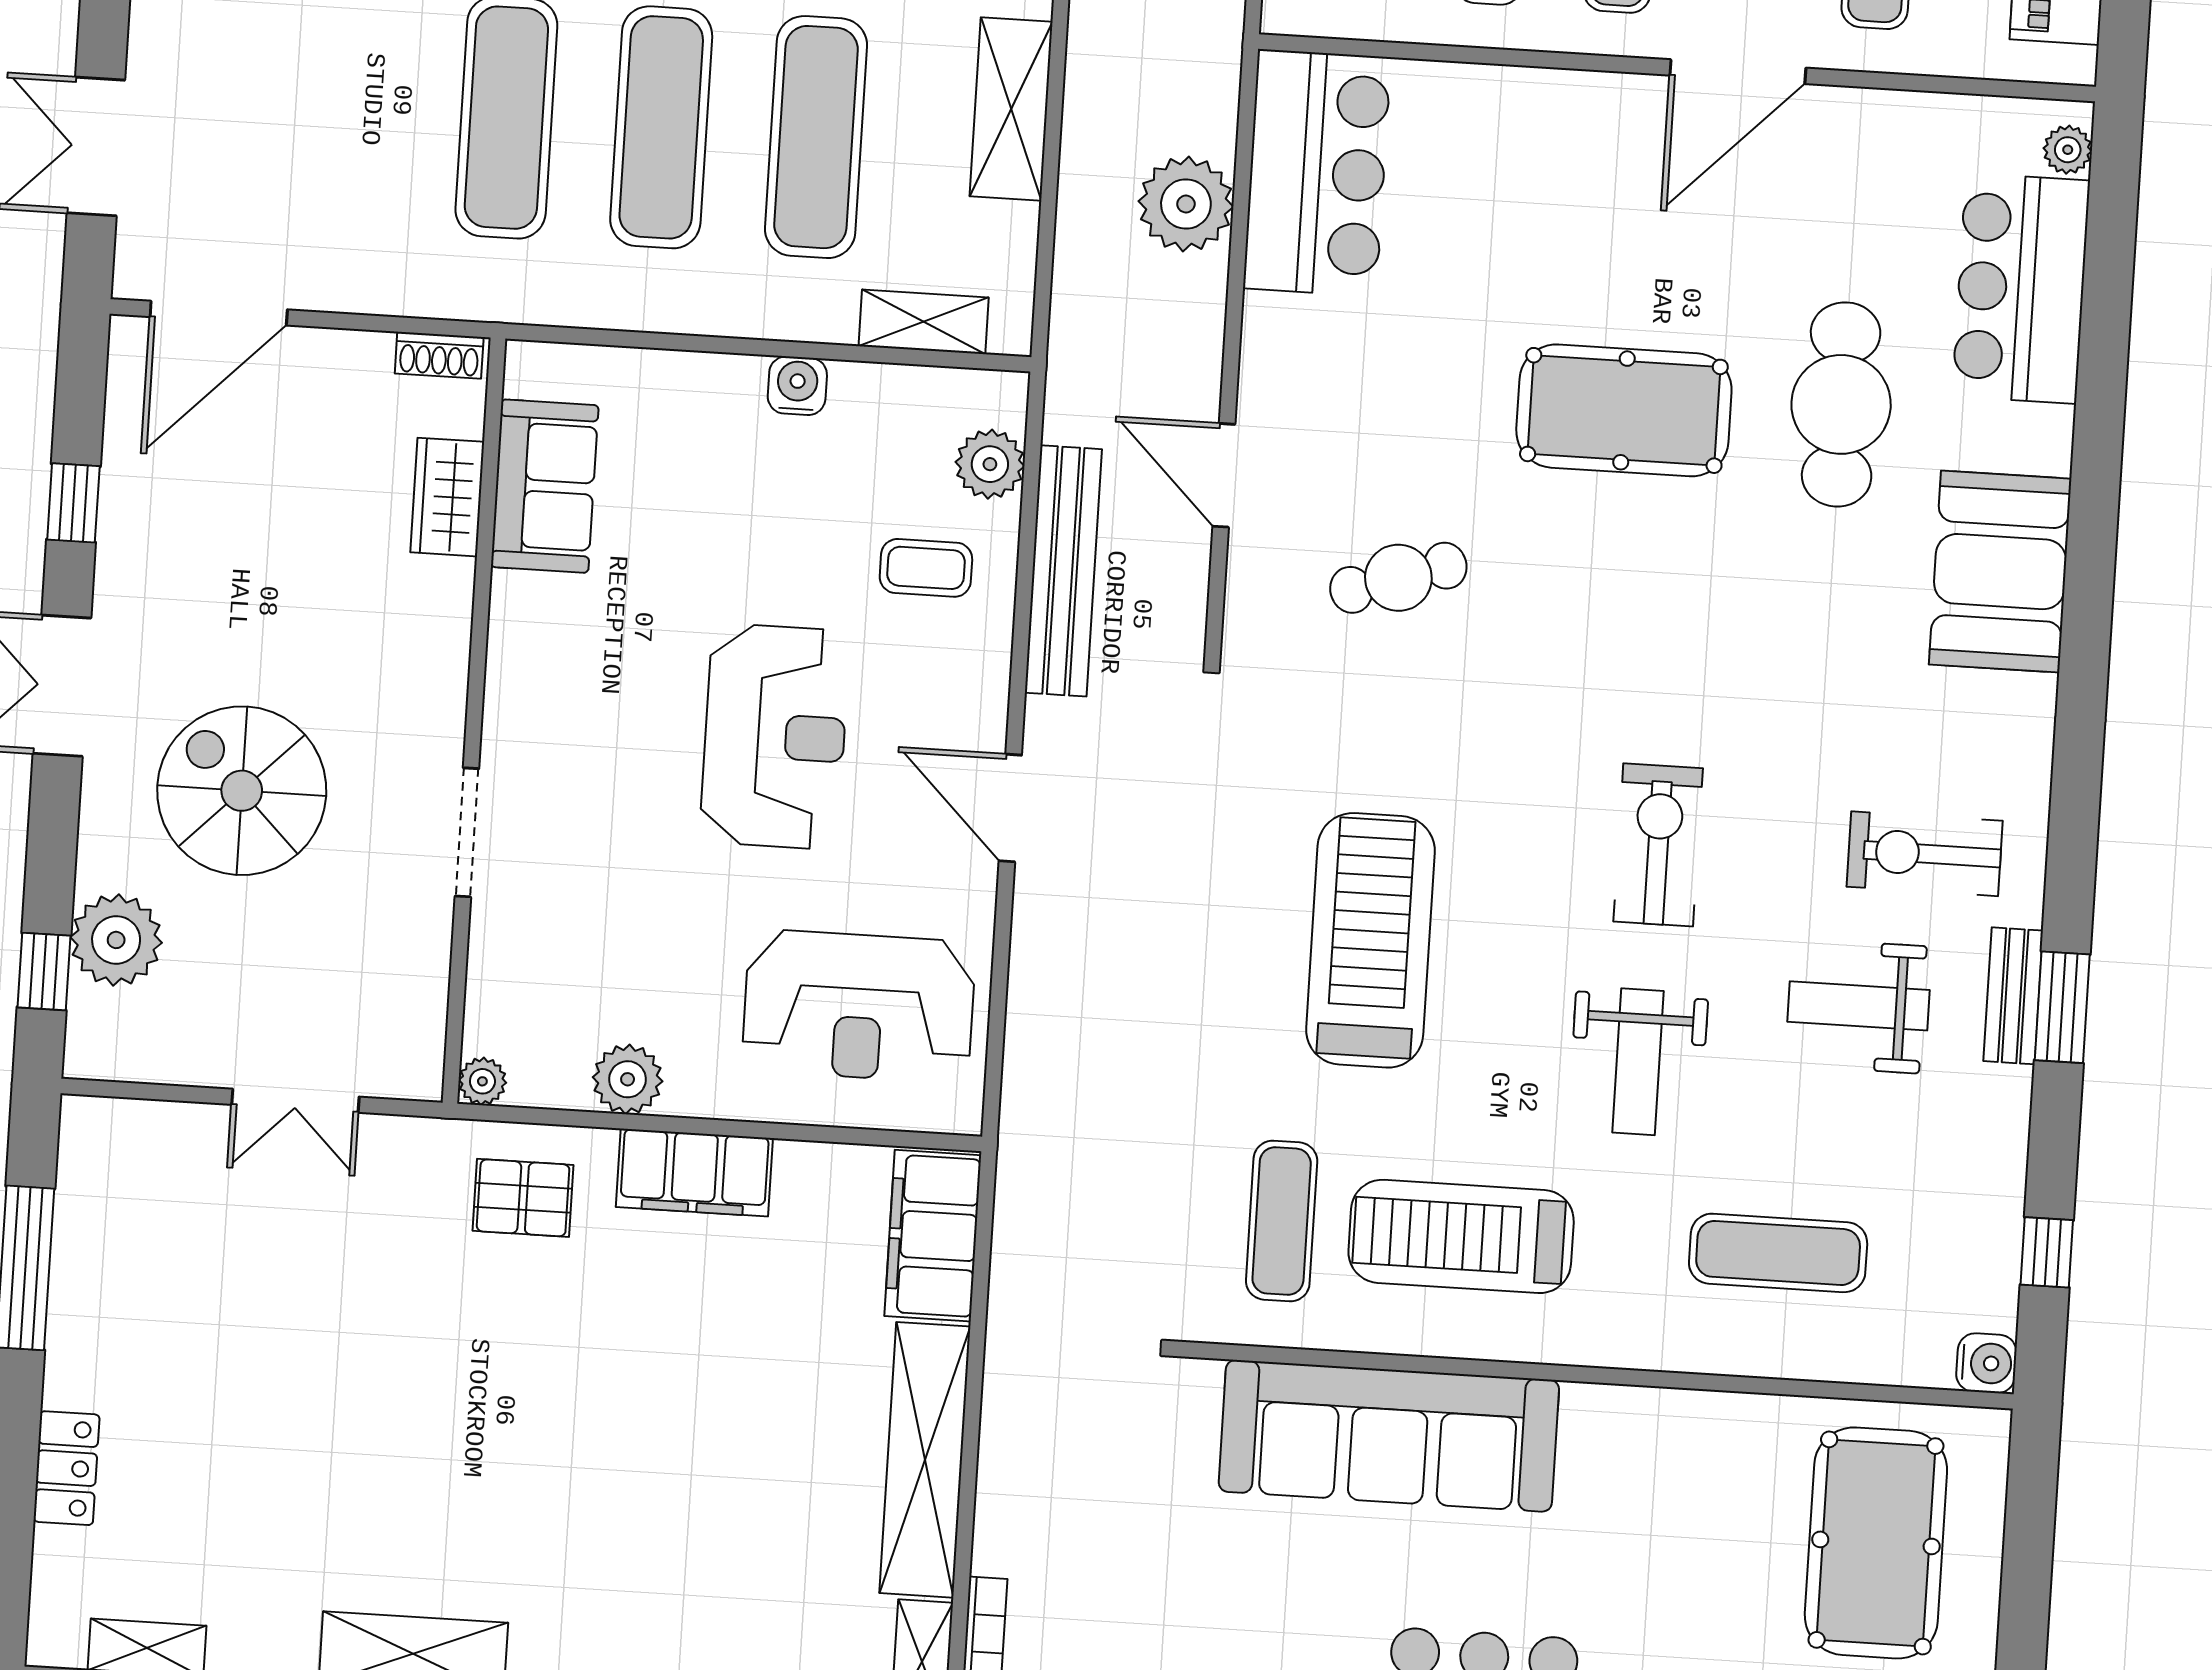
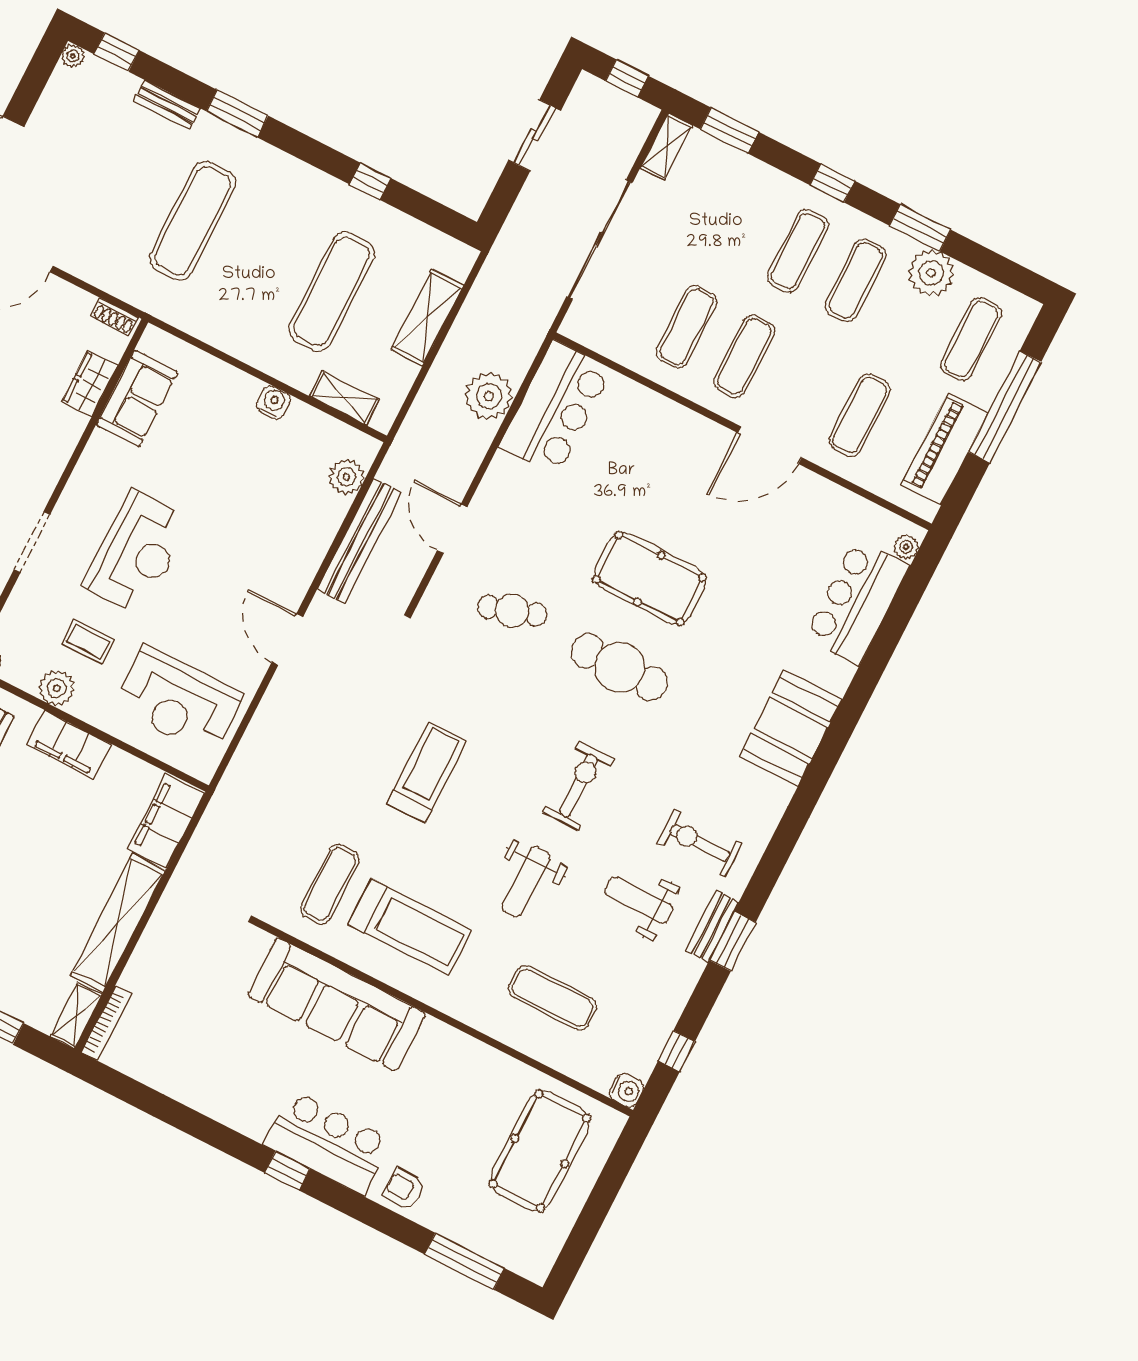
exercise mat: (661, 127) -> (262, 256), removed
cafe table: (1841, 404) -> (620, 667), moved, turned 90
coffee table: (926, 568) -> (88, 641), moved
reception desk: (775, 736) -> (137, 553), moved
treadmill: (1370, 940) -> (427, 772), width x0.73, depth x0.73
treadmill: (1461, 1236) -> (410, 927), turned 180

